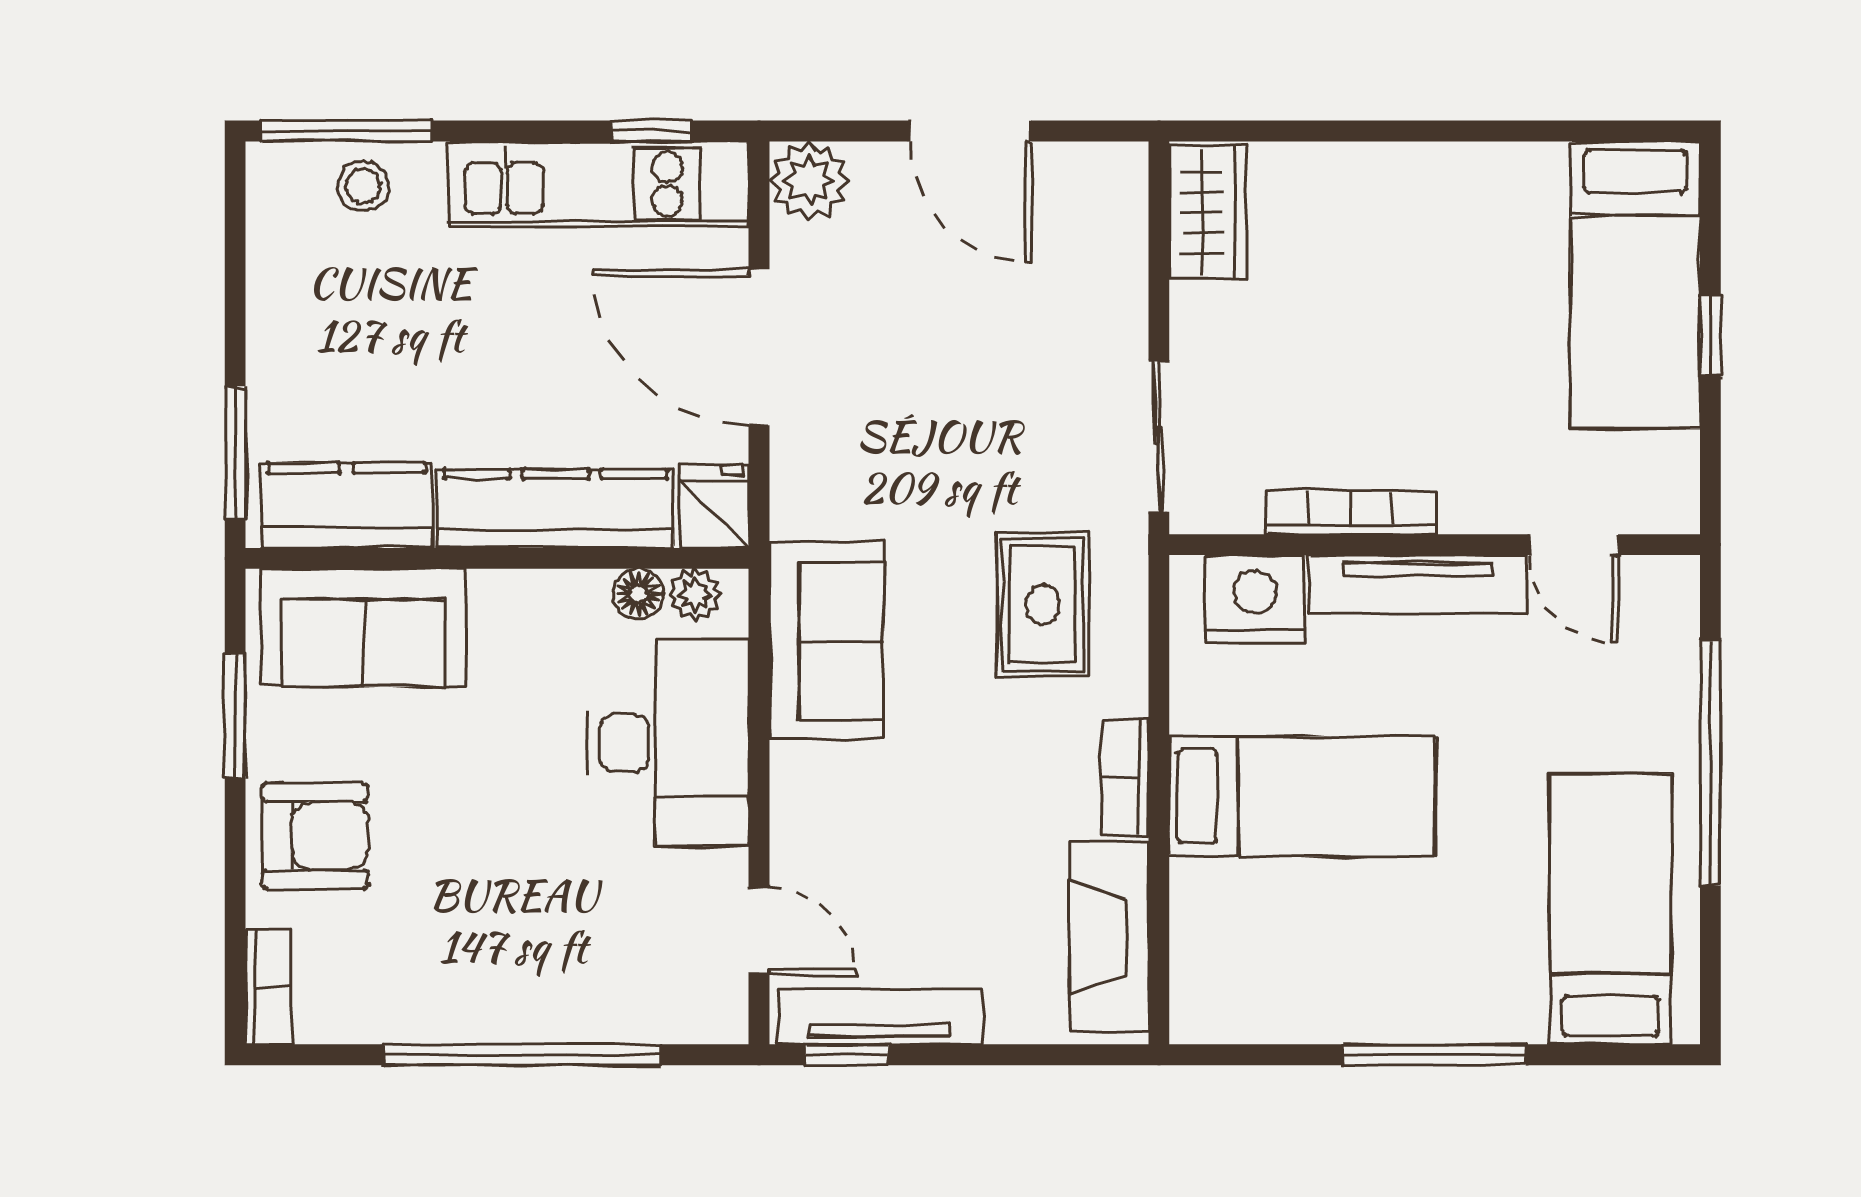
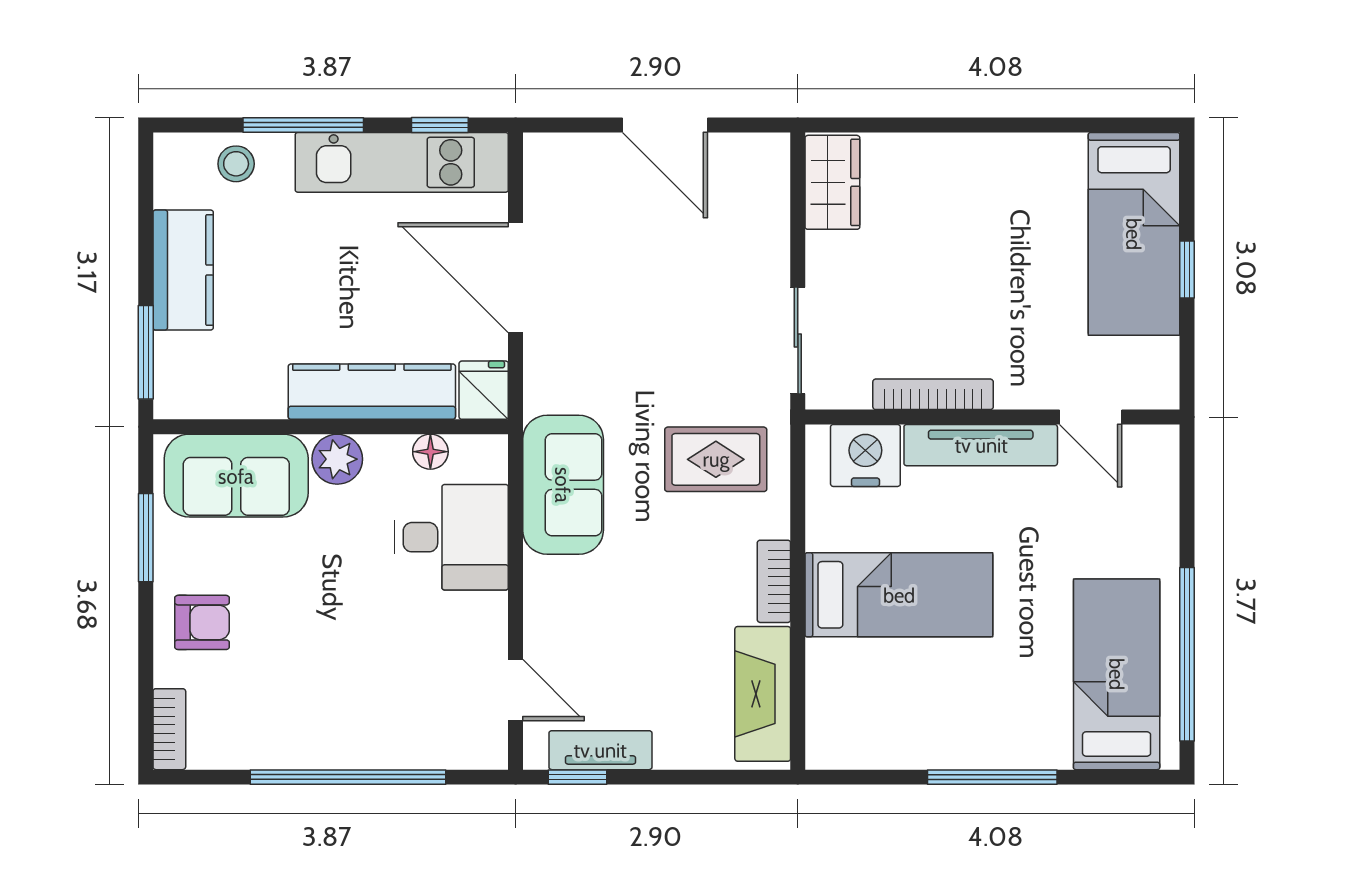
window: (347, 131) -> (303, 125), moved
plant: (809, 181) -> (551, 160), removed
kitchen counter: (346, 505) -> (183, 270), moved, turned 90
plant: (695, 595) -> (337, 459), moved, width x1.38, depth x1.38
rug: (1043, 605) -> (716, 459), turned 90
desk: (668, 743) -> (451, 537), width x0.73
window: (1710, 763) -> (1187, 654), moved
armchair: (315, 836) -> (202, 622), width x0.72, depth x0.72
tv unit: (879, 1017) -> (600, 750), width x0.71

